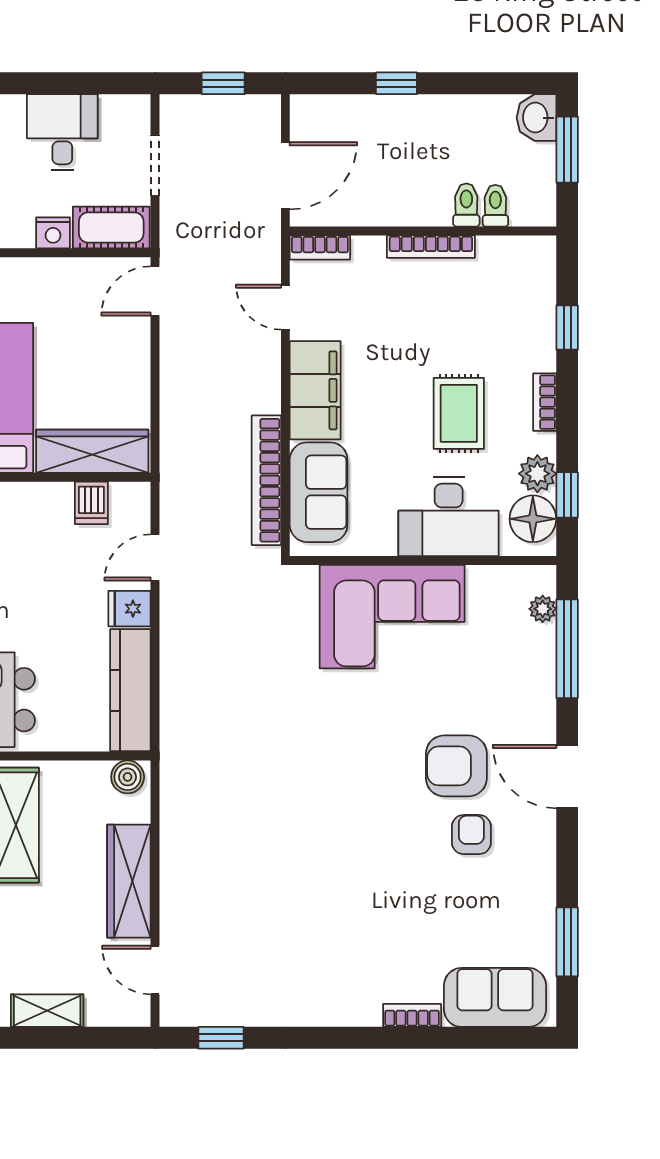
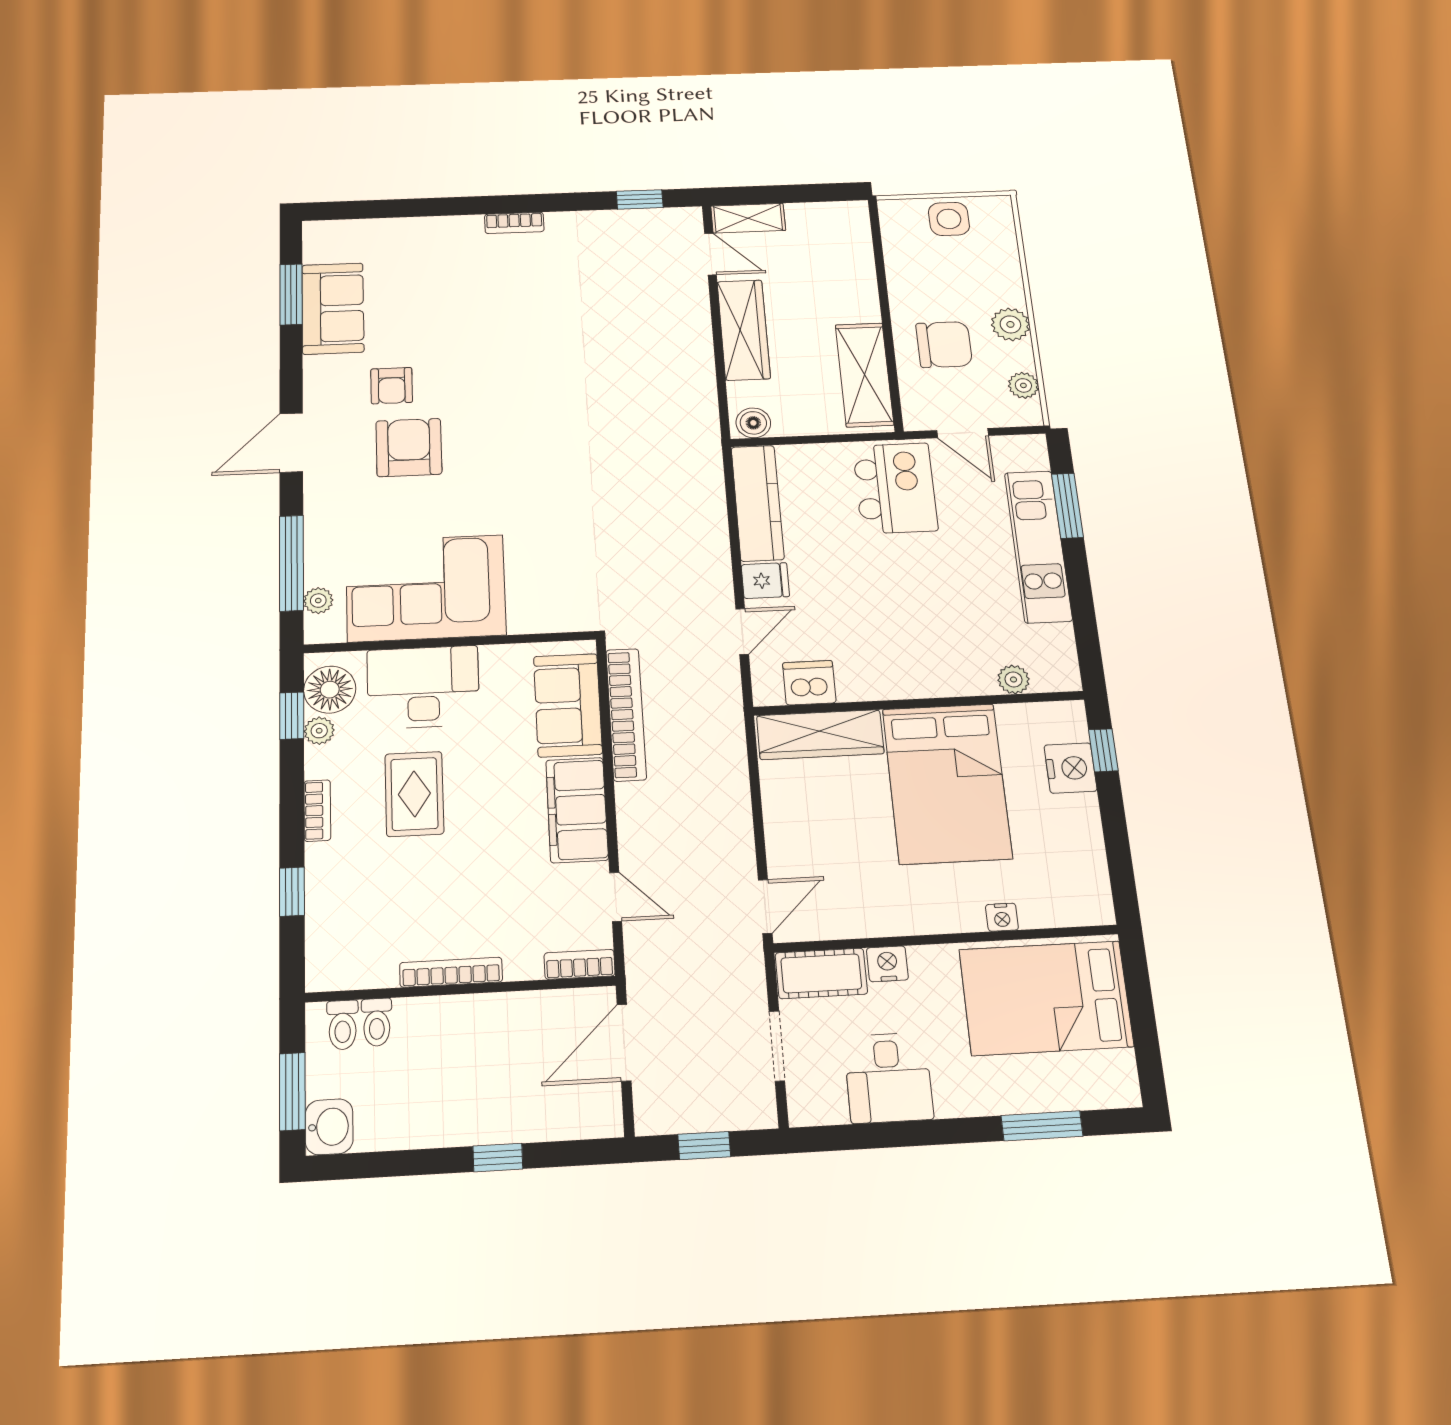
toilet: (466, 205) -> (343, 1025), moved
plant: (537, 474) -> (319, 731), width x0.73, depth x0.73
dishwasher: (91, 503) -> (809, 683), width x1.38
corner sofa: (392, 617) -> (426, 588), moved
armchair: (456, 766) -> (409, 448), turned -90
door: (567, 777) -> (291, 443), swing flipped
sofa: (495, 997) -> (333, 308), moved, turned -90
shelving: (47, 1011) -> (748, 218), moved
bookcase: (412, 1015) -> (514, 223), moved

